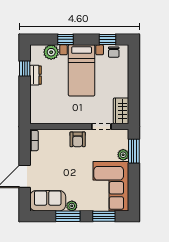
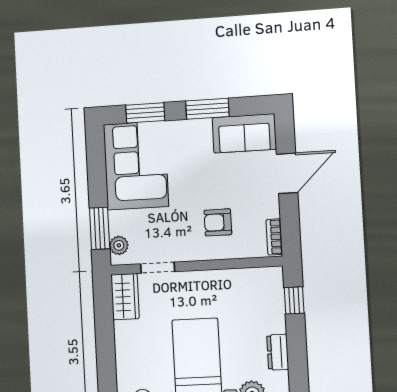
window: (25, 69) -> (294, 300), moved
armchair: (78, 139) -> (218, 222), moved, turned -90
plant: (123, 155) -> (119, 245), moved
plant: (72, 206) -> (202, 127), removed

